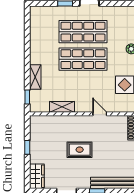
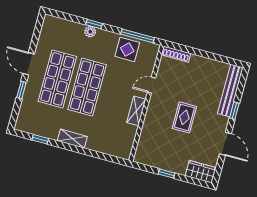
shelving: (35, 77) -> (72, 139), moved
window: (27, 97) -> (40, 139), moved
shelving: (62, 107) -> (136, 111), moved

